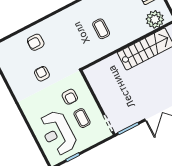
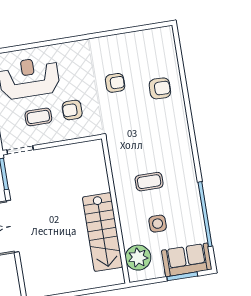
side table: (128, 14) -> (158, 224), added
armchair: (36, 42) -> (160, 88), turned 91

